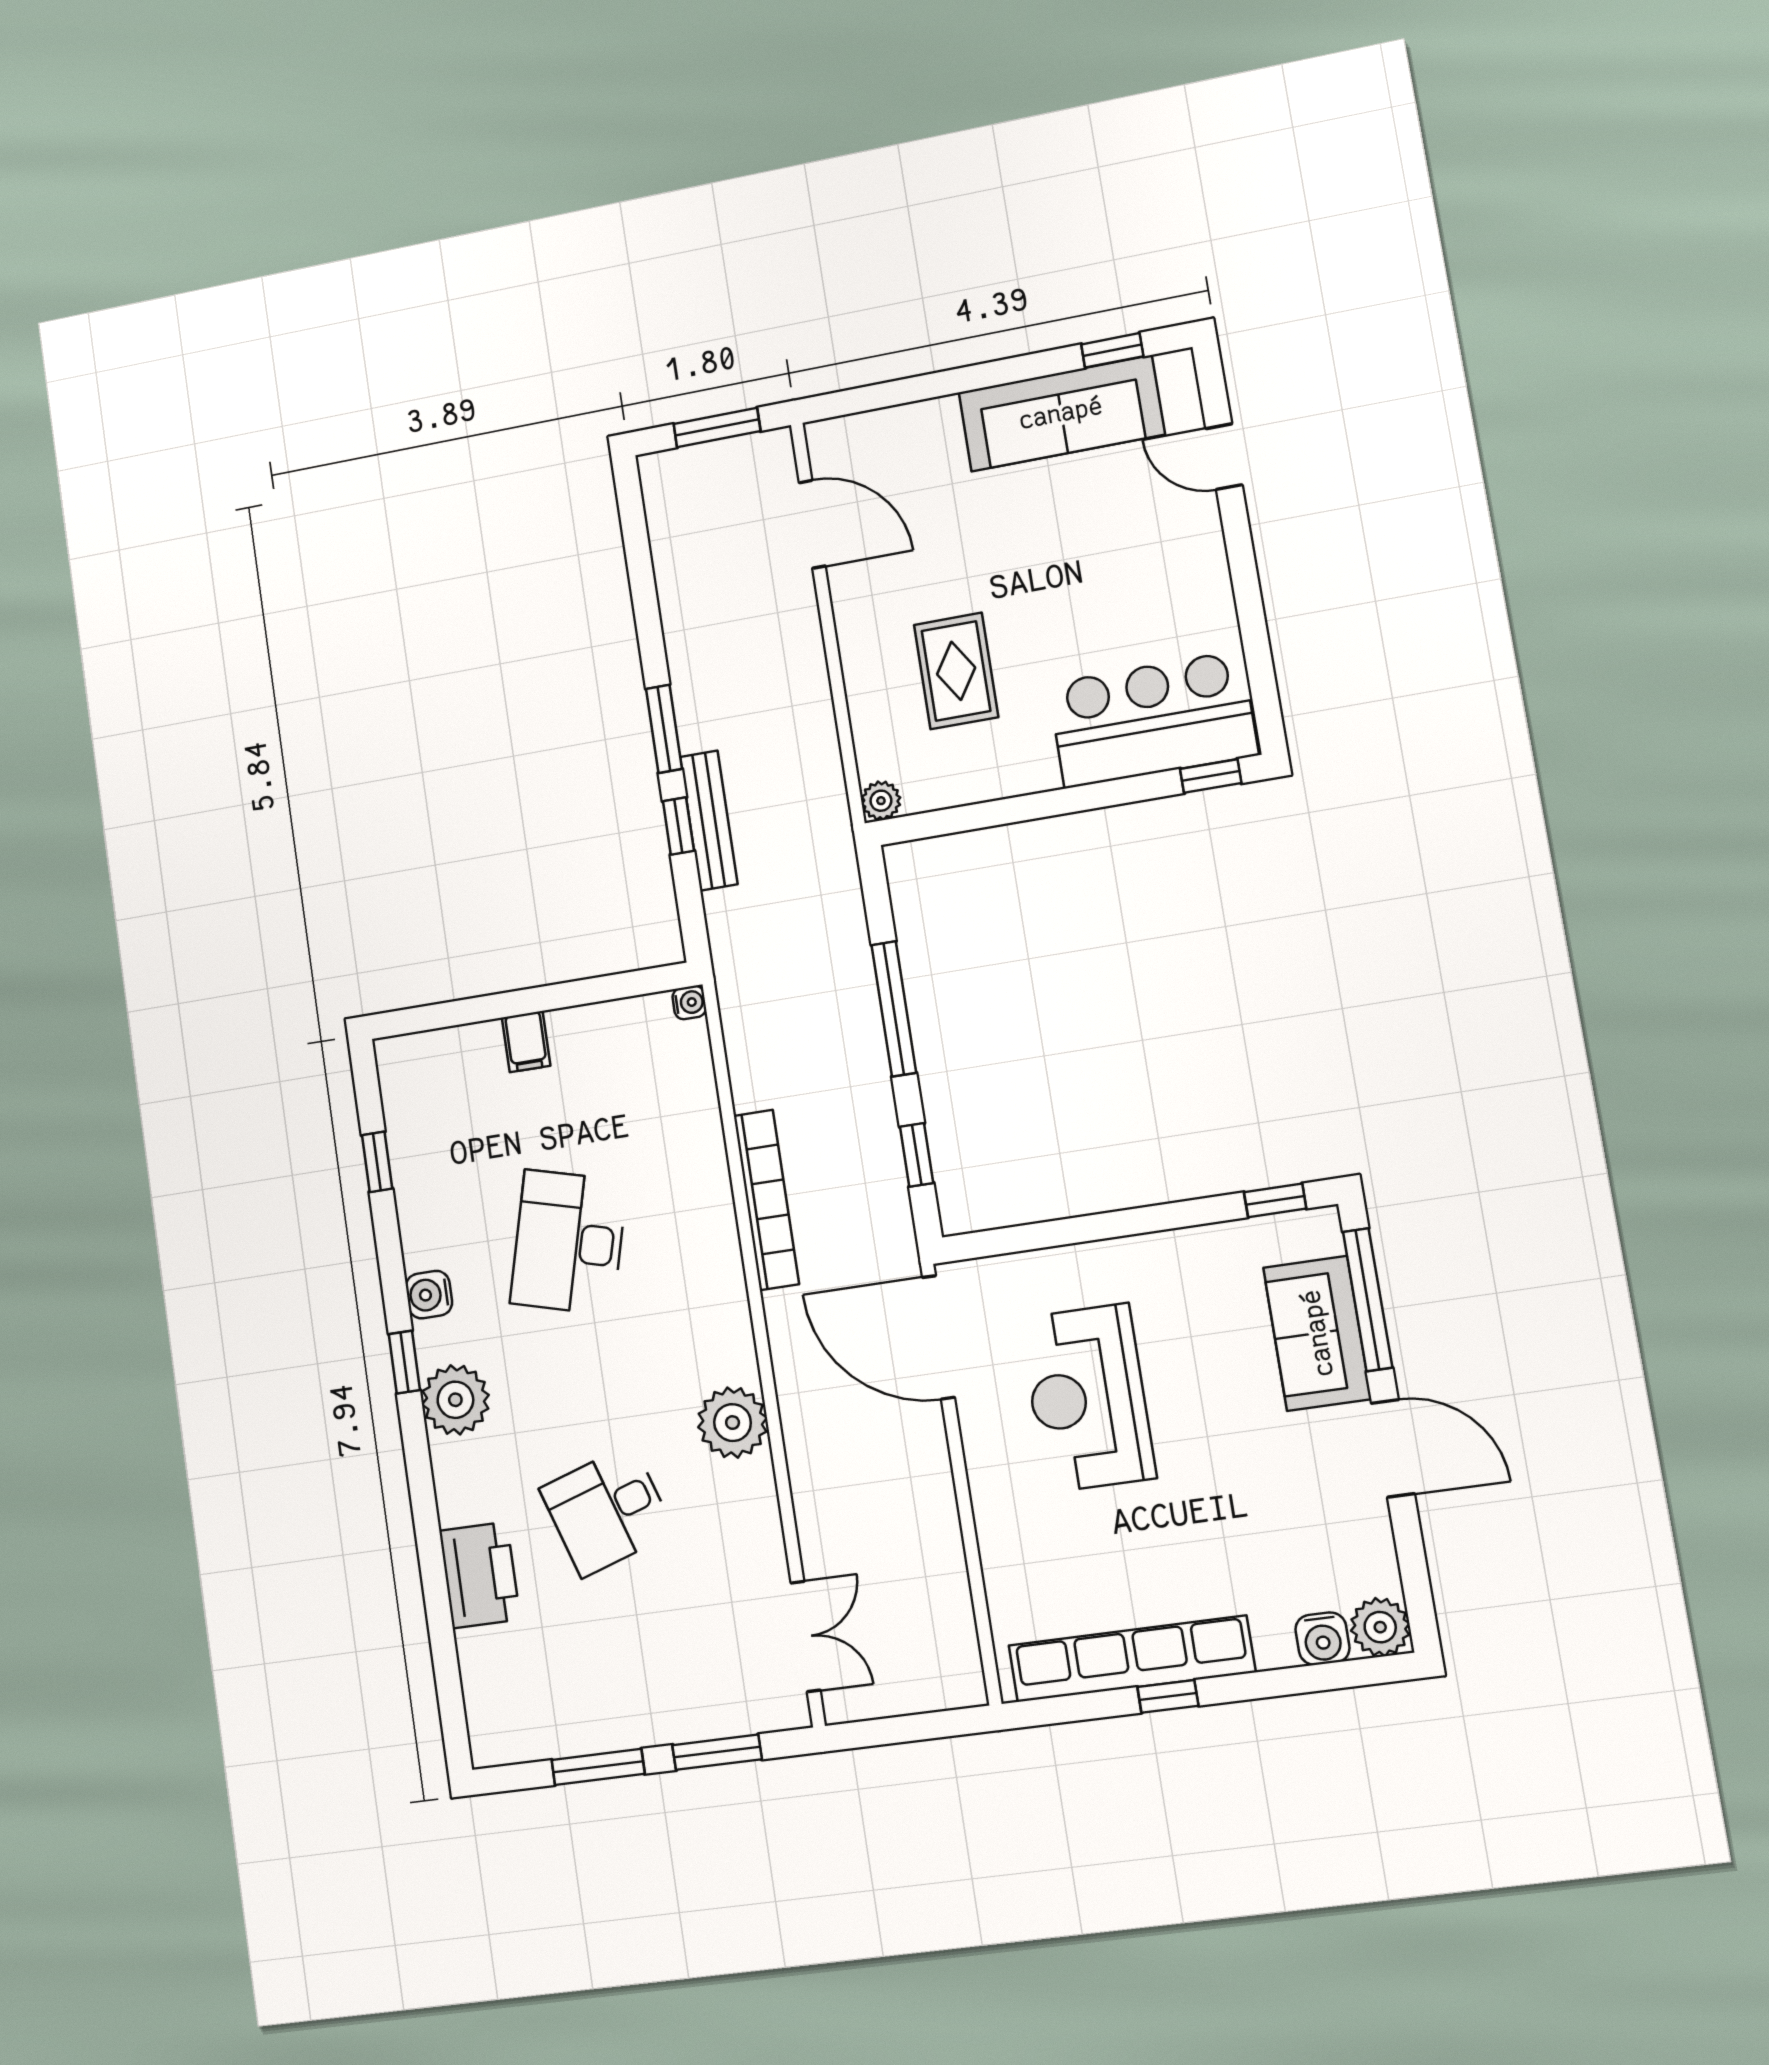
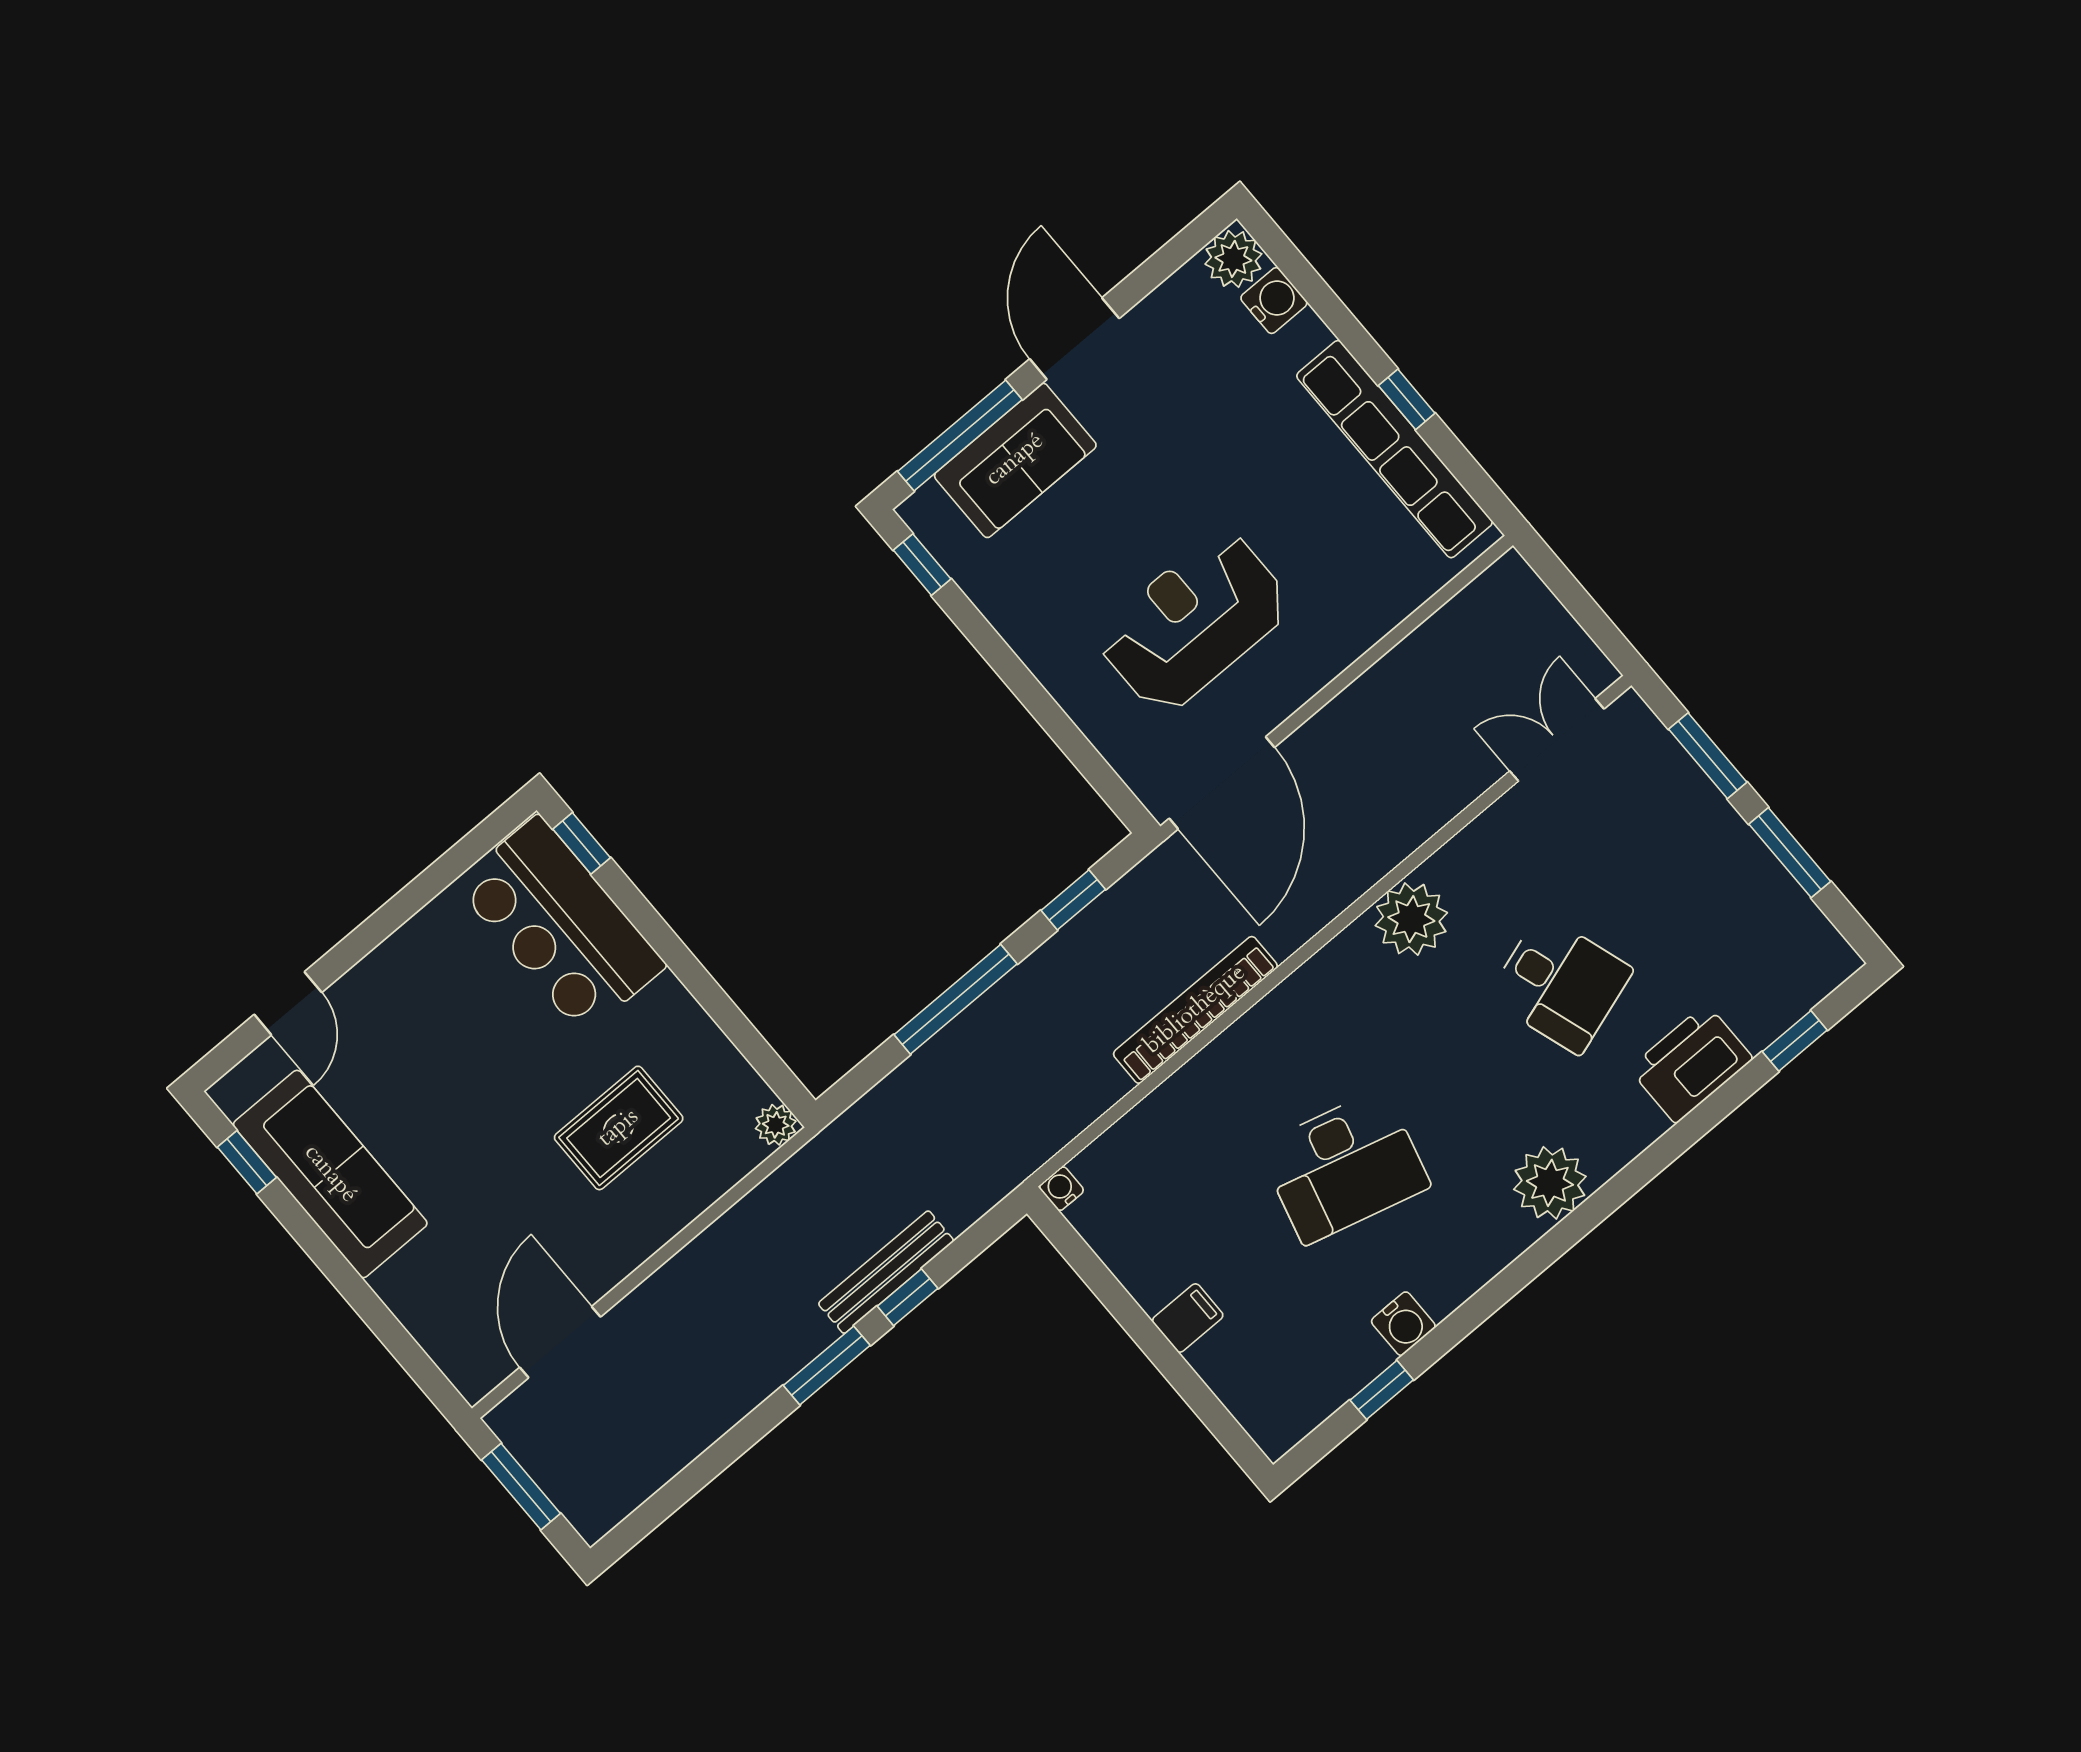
water cooler: (429, 1295) -> (1403, 1324), moved
window: (404, 1362) -> (1795, 1041), moved
reception desk: (1088, 1398) -> (1194, 622), turned 180

